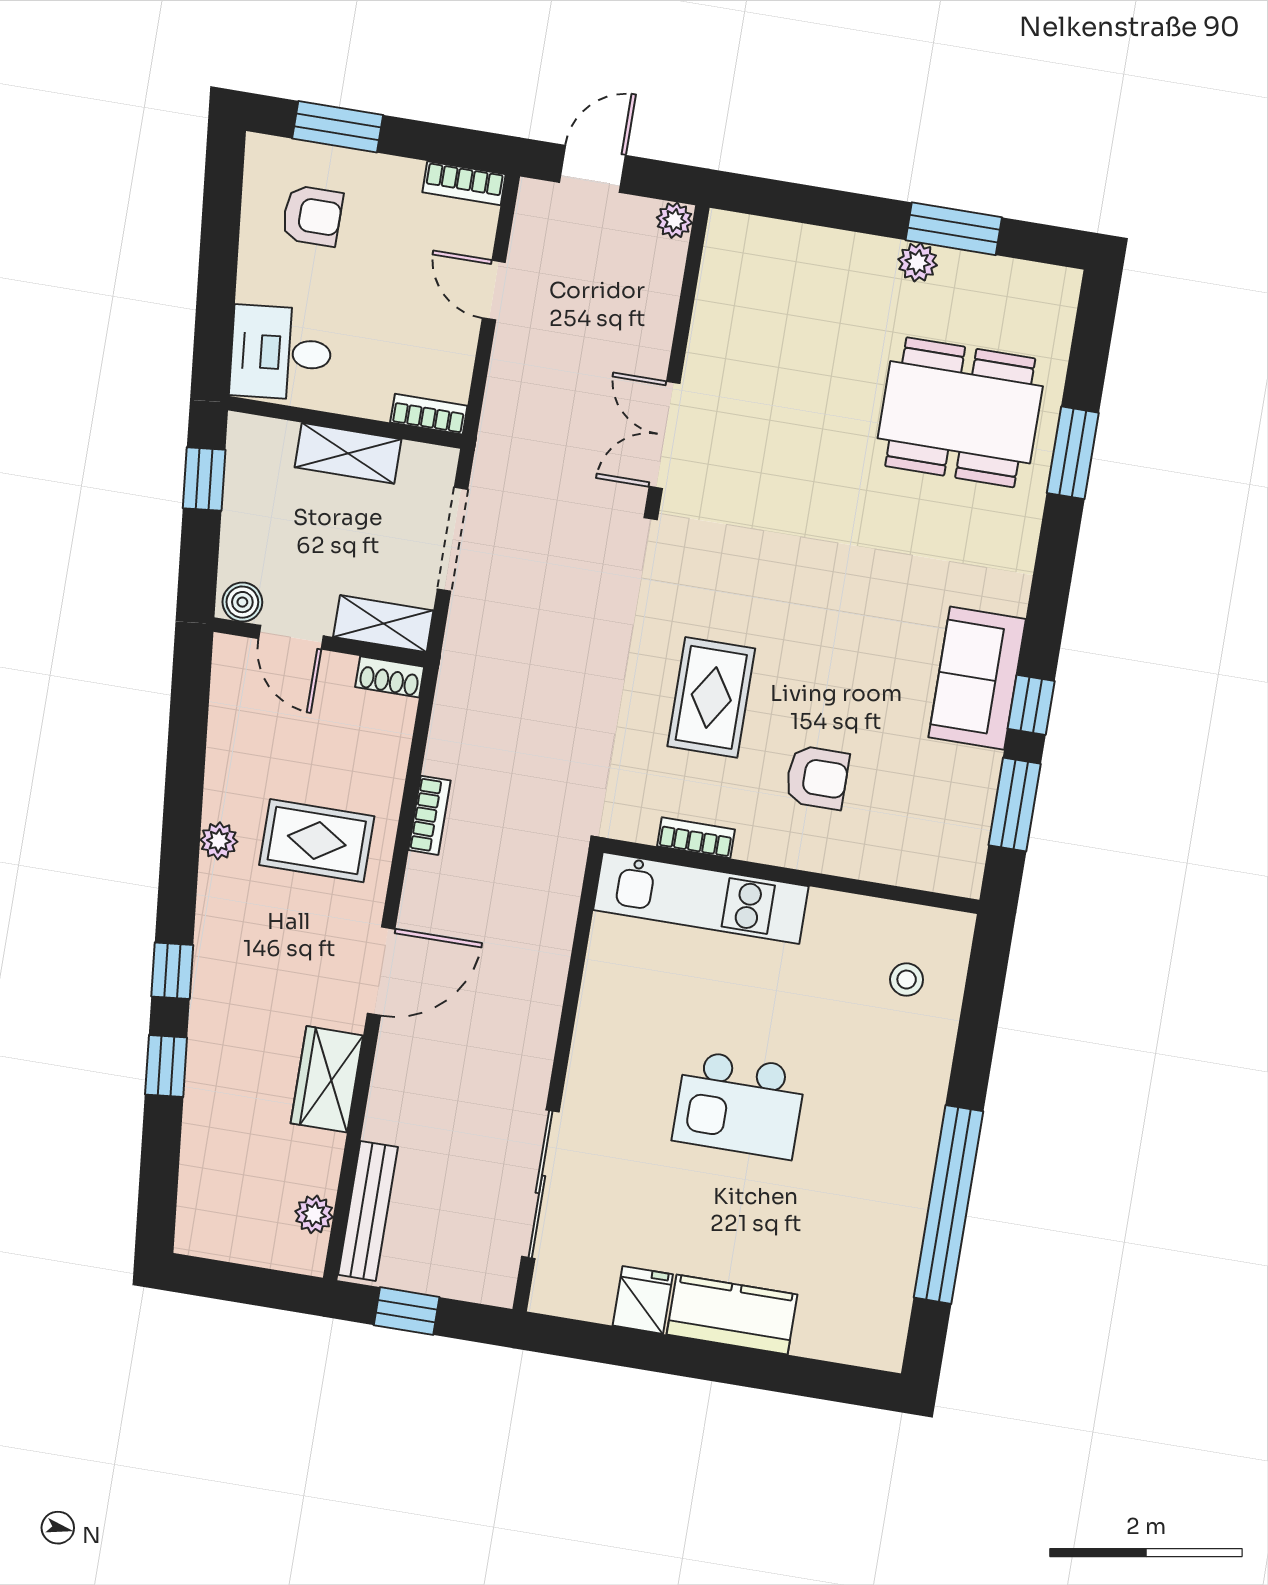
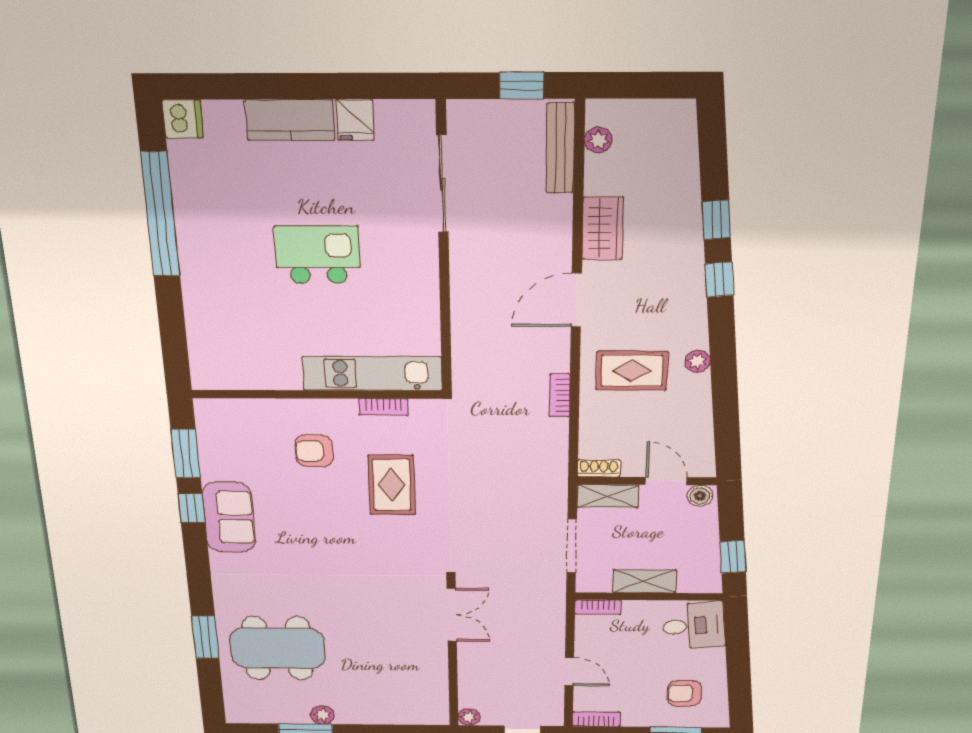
stool: (907, 980) -> (226, 346), removed
dishwasher: (879, 1341) -> (183, 119), added

